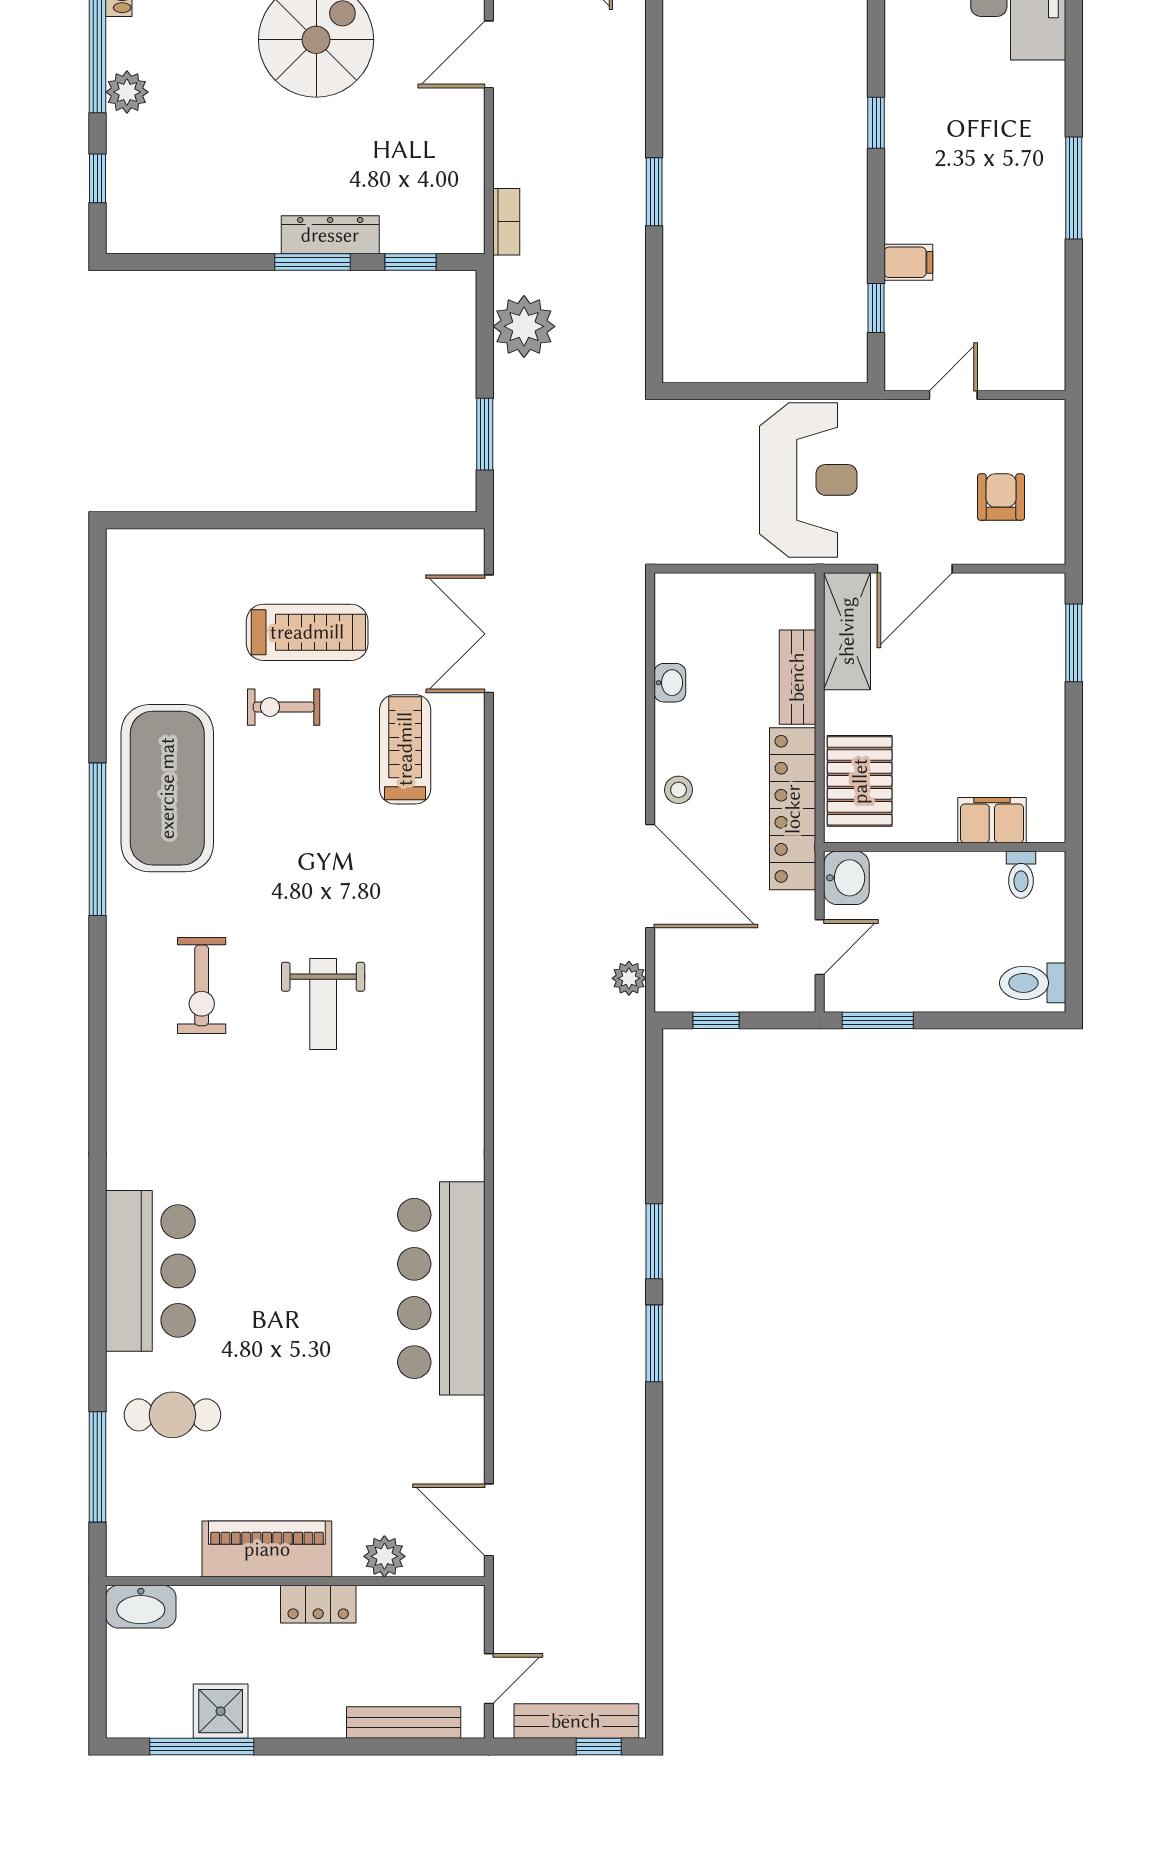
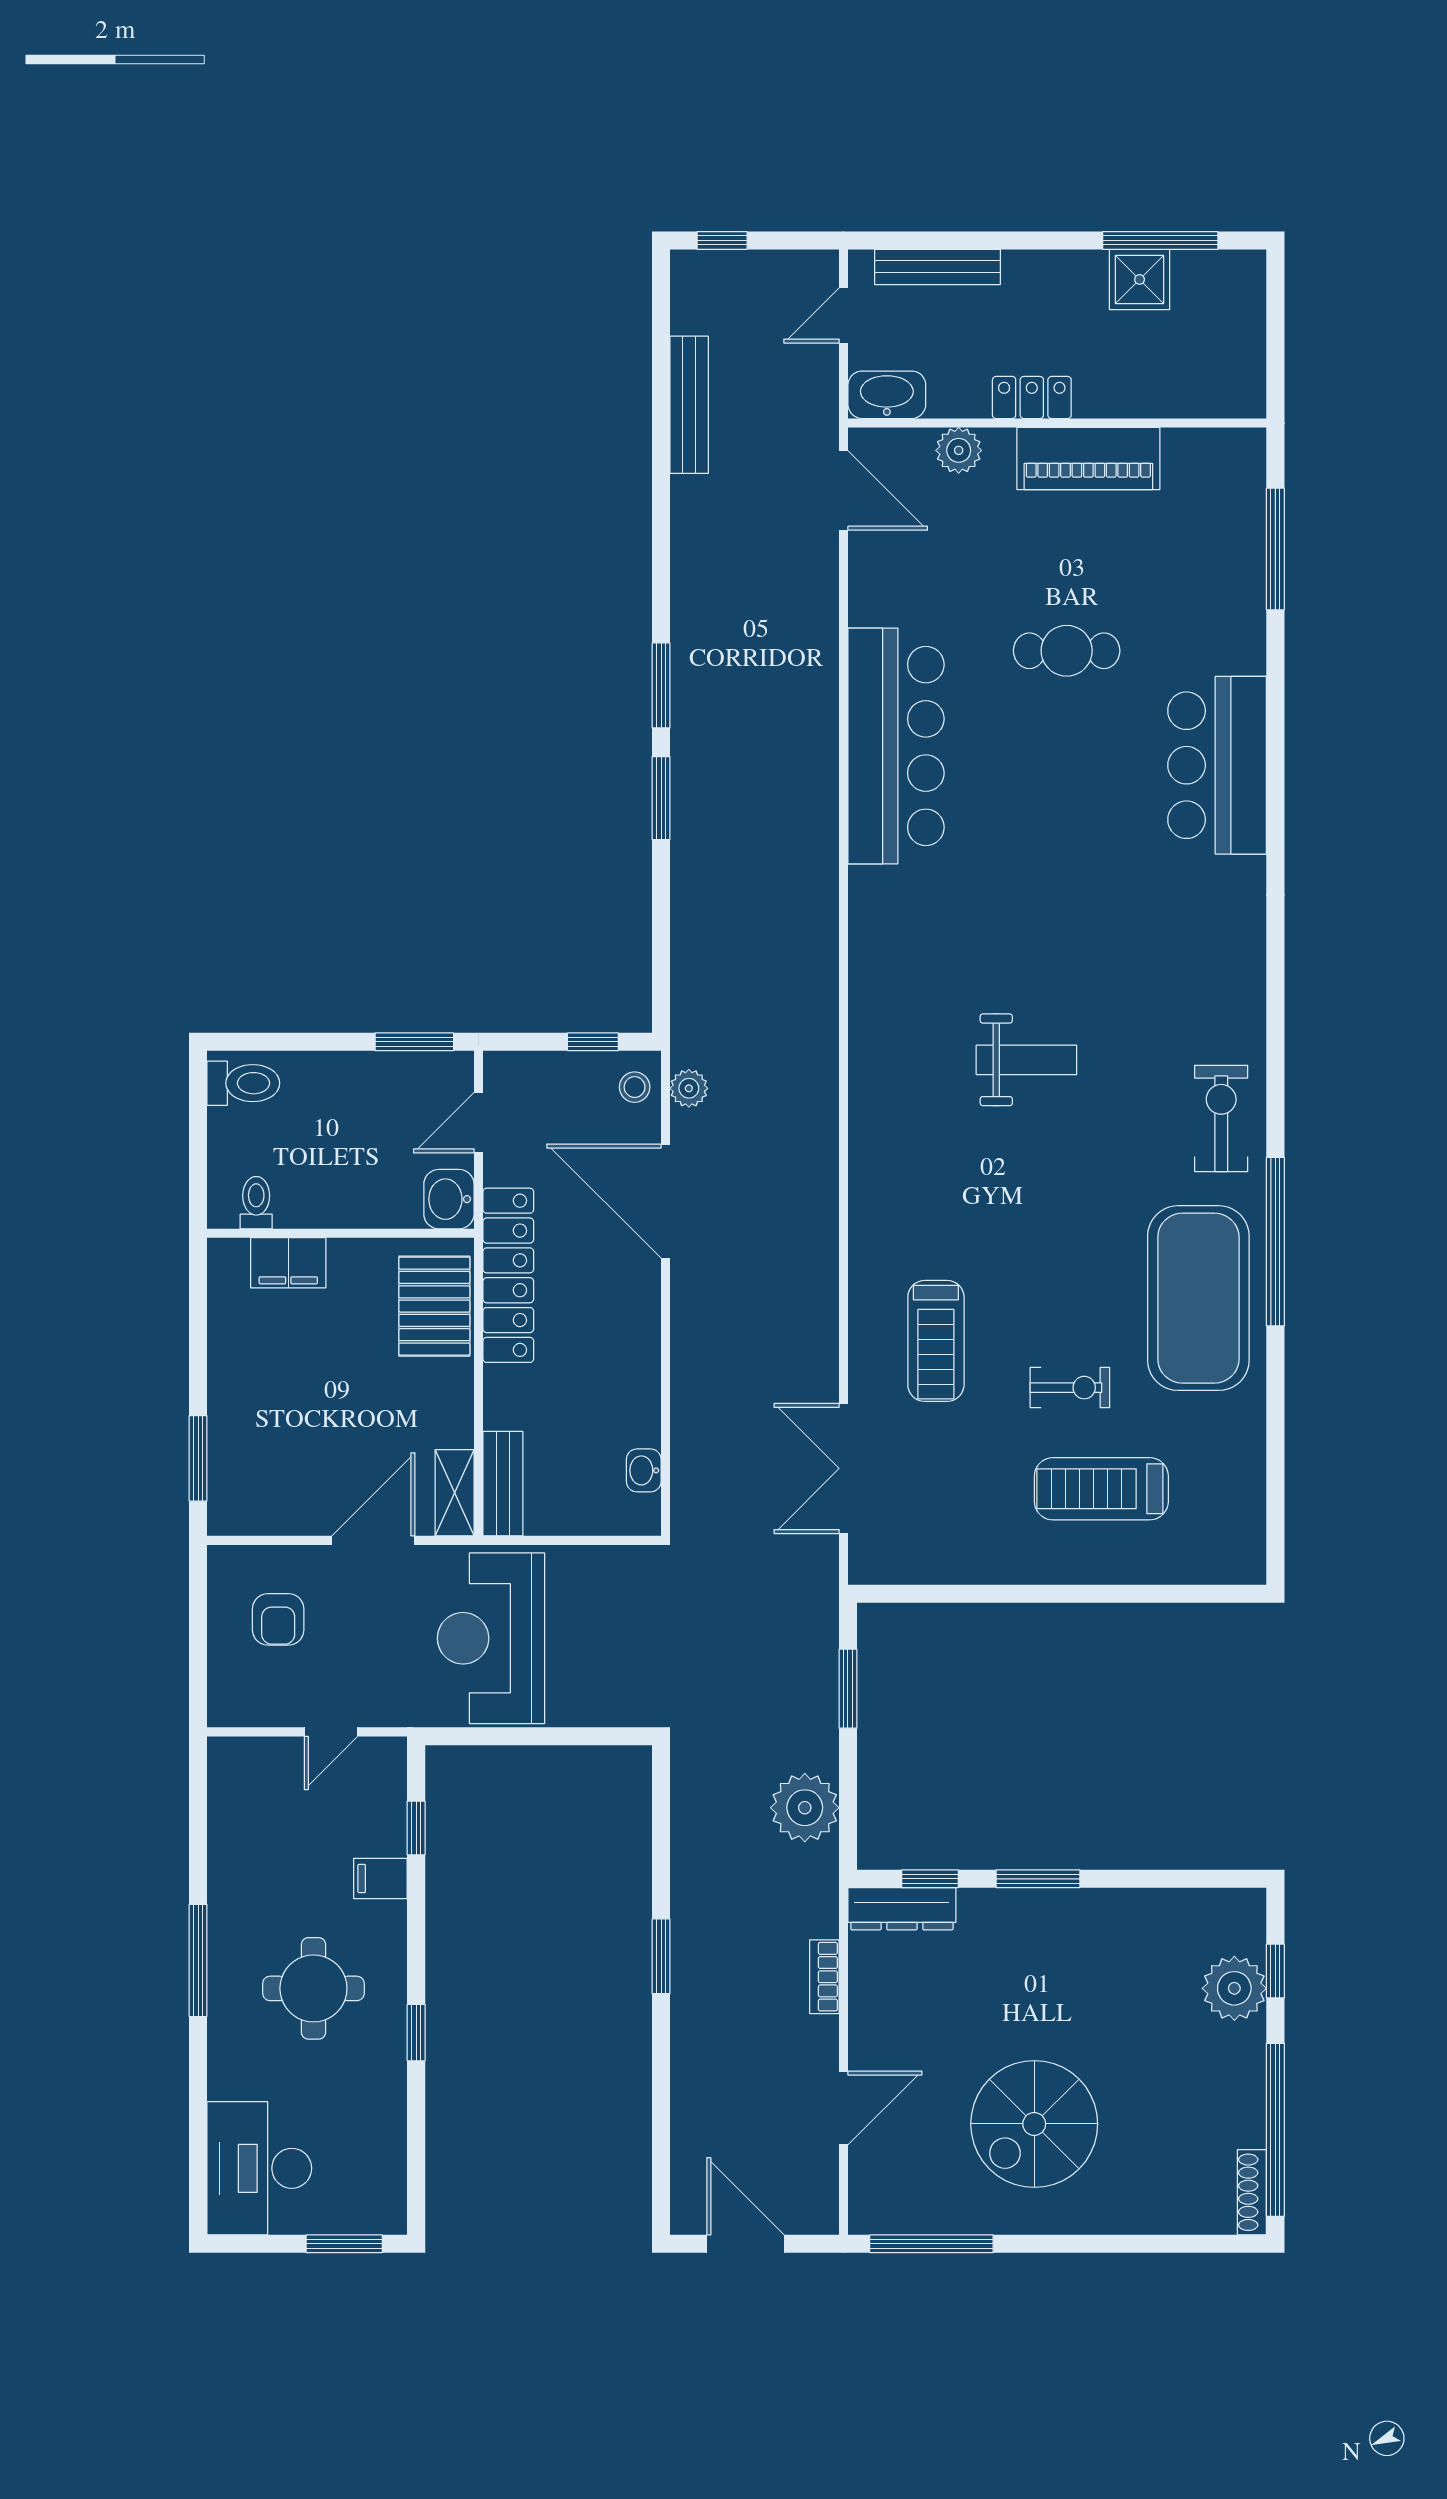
plant: (127, 92) -> (1234, 1988), moved, width x1.36, depth x1.36
round table: (969, 163) -> (313, 1988), added
bookcase: (506, 222) -> (824, 1977), moved
dresser: (330, 235) -> (902, 1909), moved
shelving: (847, 631) -> (455, 1493), width x0.67, depth x0.75
treadmill: (307, 632) -> (1101, 1489), moved
double door: (489, 634) -> (844, 1468), swing flipped
bench: (797, 677) -> (503, 1484), moved
washbasin: (670, 683) -> (644, 1470), moved
stool: (678, 790) -> (635, 1087), moved
exercise bike: (202, 985) -> (1221, 1118), moved
weight bench: (323, 1004) -> (1026, 1060), turned 90
cafe table: (172, 1415) -> (1067, 651), moved
washbasin: (141, 1607) -> (887, 395), moved
bench: (576, 1721) -> (689, 405), moved, turned 90

